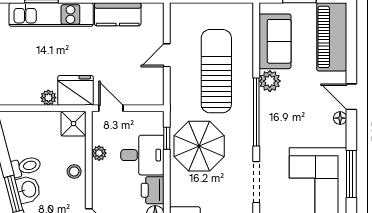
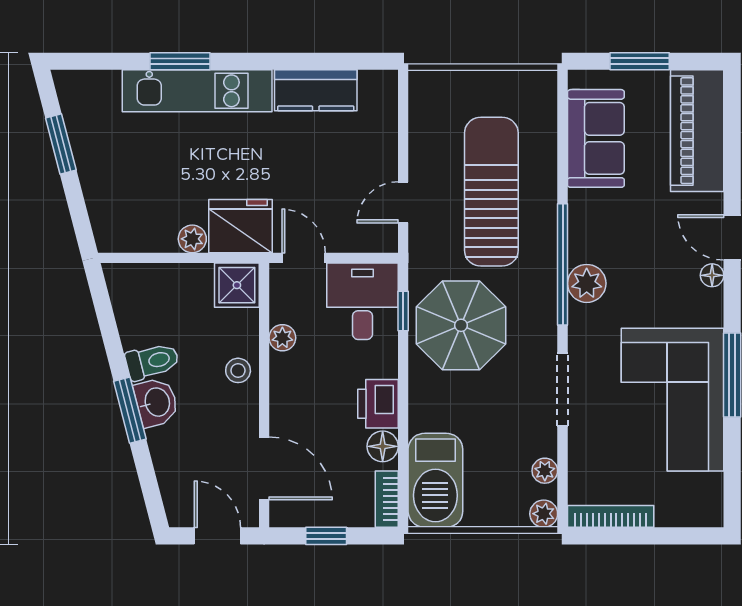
door: (167, 55) -> (403, 202), moved
plant: (270, 81) -> (587, 283), moved
desk: (142, 155) -> (363, 301), moved, turned -90

